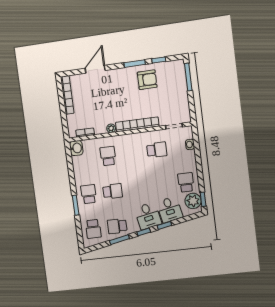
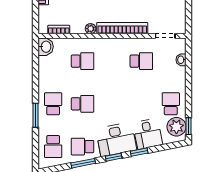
school desk: (108, 156) -> (83, 61), turned 90
desk: (148, 216) -> (116, 139), width x1.37

